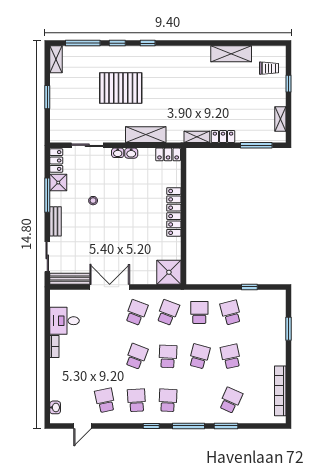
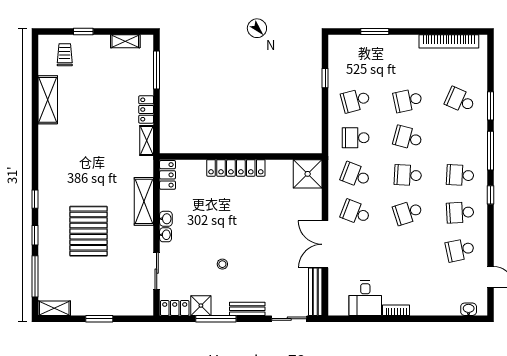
school desk: (136, 356) -> (408, 212), turned -39

